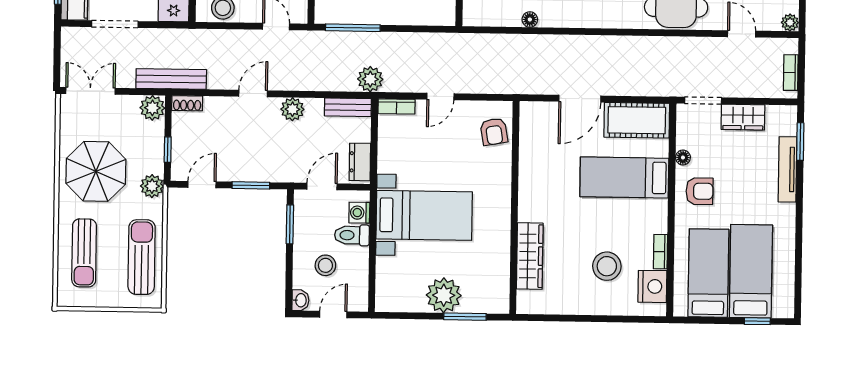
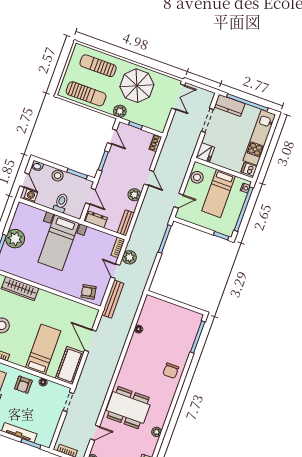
bench: (171, 79) -> (113, 299), moved
plant: (370, 79) -> (129, 257), moved
plant: (152, 108) -> (159, 125), removed
wardrobe: (743, 117) -> (53, 419), removed
washing machine: (359, 213) -> (31, 196), moved
stool: (325, 265) -> (58, 176), moved

